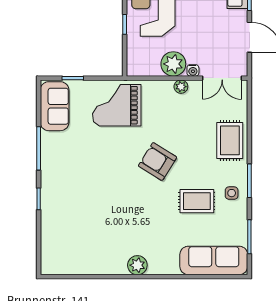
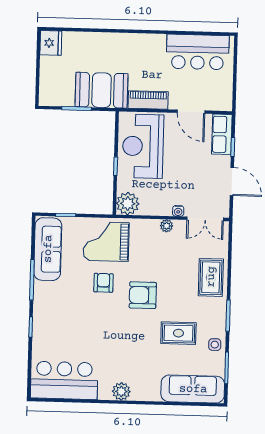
plant: (173, 64) -> (128, 204), moved
sofa: (55, 106) -> (48, 249), width x1.36
armchair: (115, 149) -> (103, 283), added
armchair: (158, 162) -> (143, 295), turned -32
side table: (232, 193) -> (215, 345), moved
bar counter: (76, 255) -> (64, 380), added

